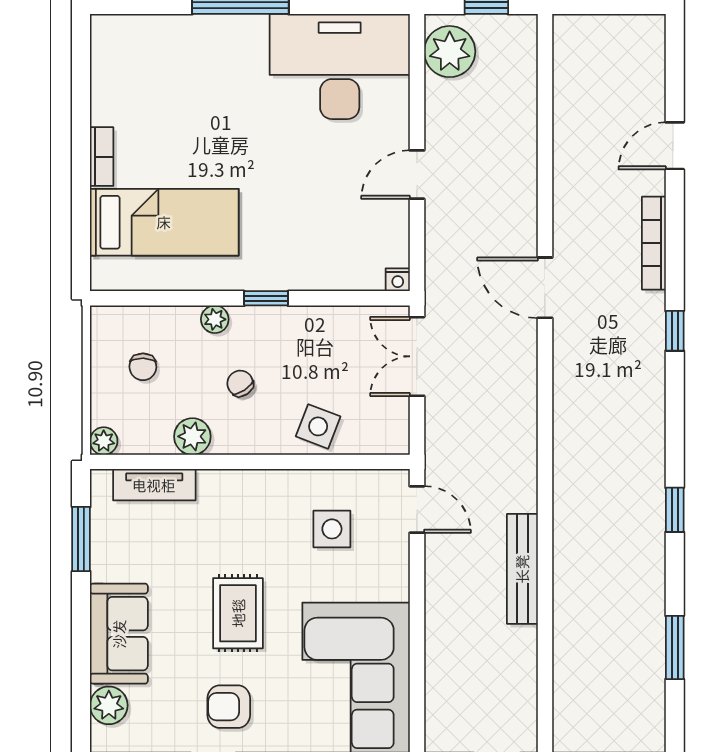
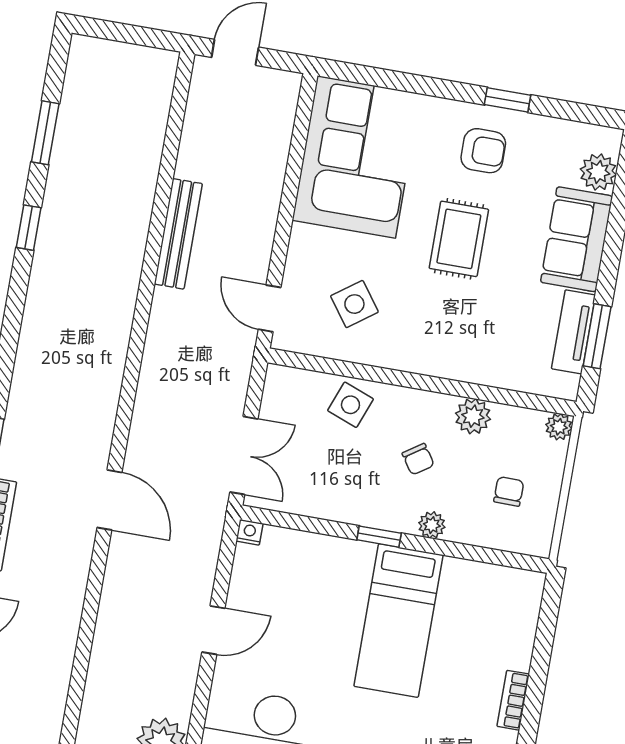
bed: (164, 222) -> (398, 621), moved, turned -90
tv unit: (154, 485) -> (573, 332), moved, turned -90
window: (675, 510) -> (29, 228), moved
side table: (332, 529) -> (354, 304), turned -36

